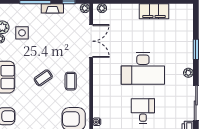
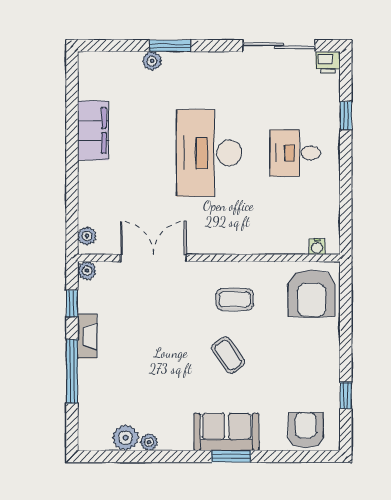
side table: (22, 33) -> (137, 398), removed
desk: (143, 68) -> (209, 153), turned 180
plant: (188, 73) -> (152, 61), moved

